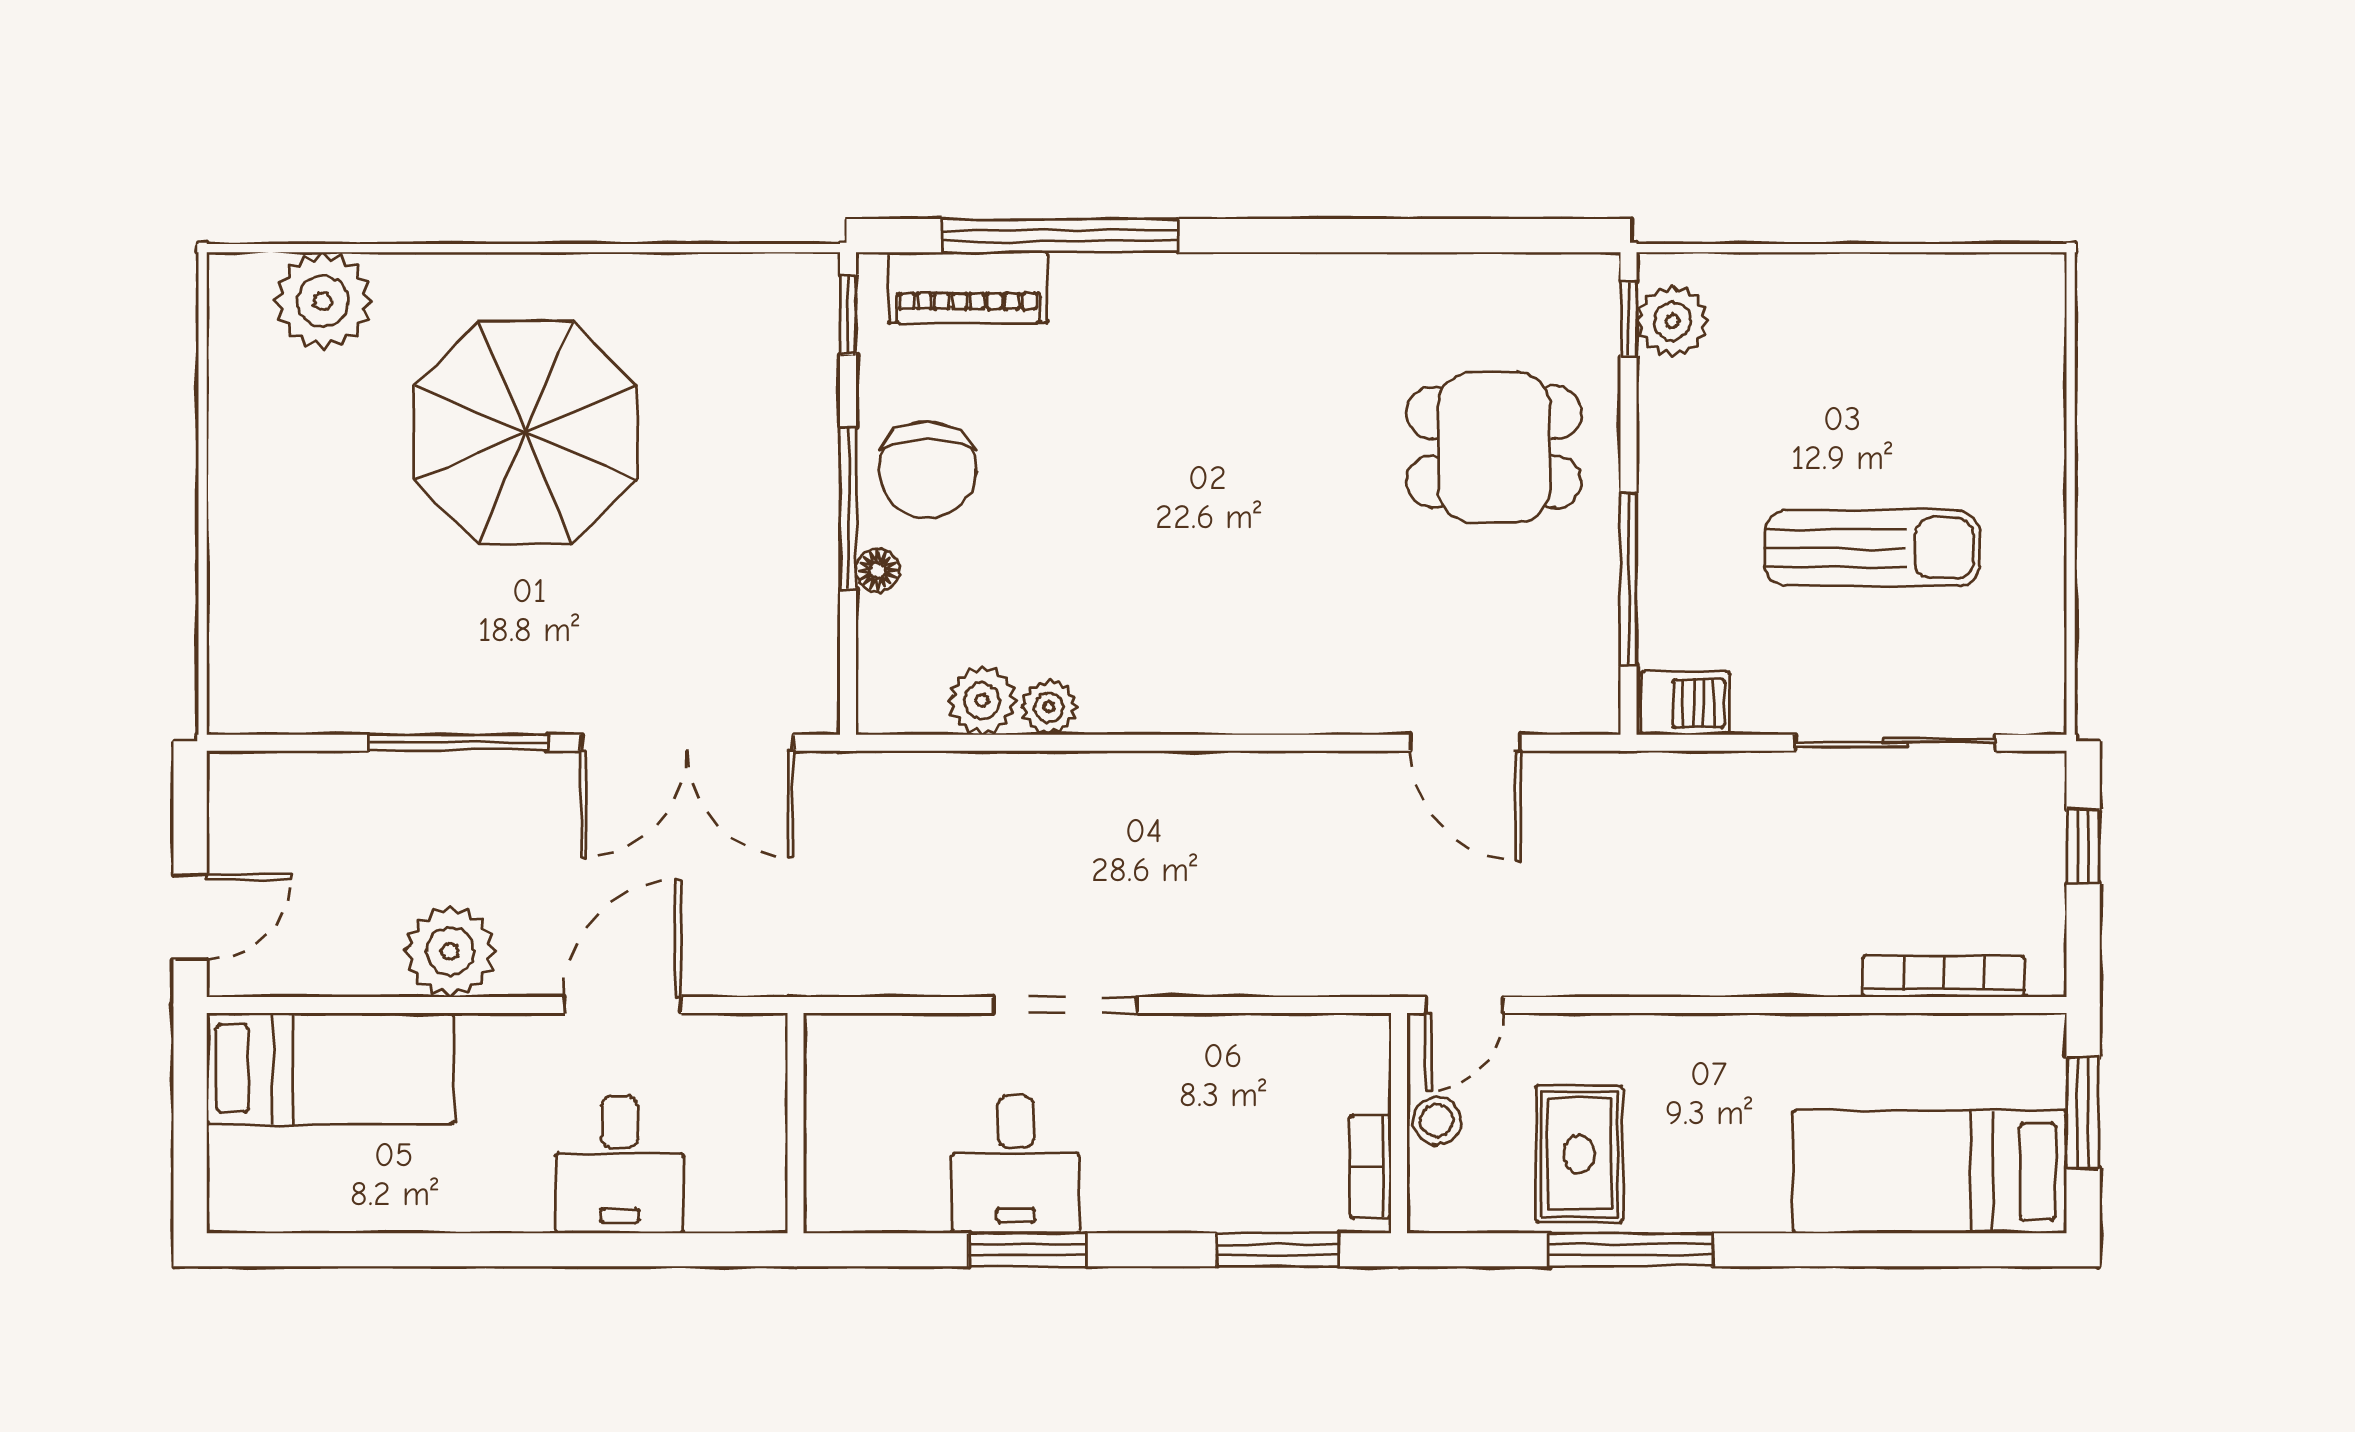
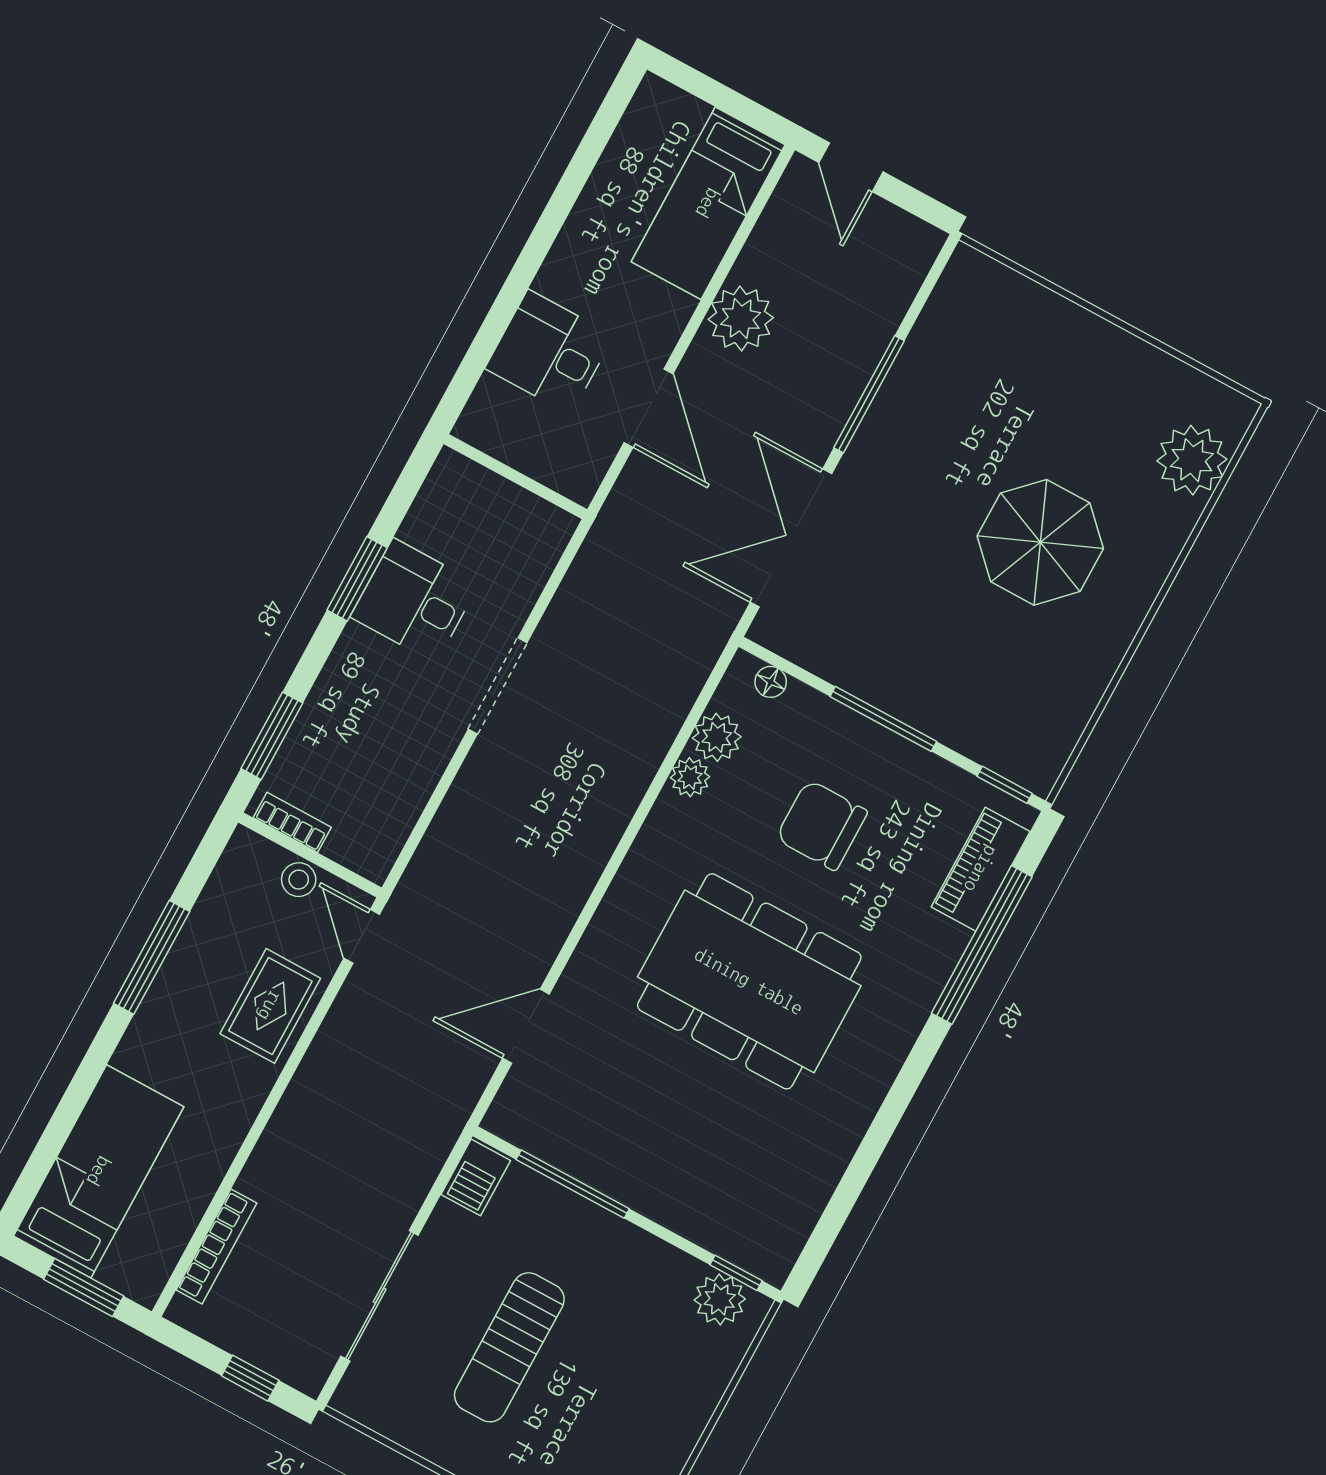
parasol: (526, 433) -> (1040, 542), width x0.73, depth x0.73
dining table: (1494, 447) -> (749, 981), moved, width x1.88, depth x1.24
chair: (927, 470) -> (822, 825), moved
floor lamp: (878, 570) -> (771, 682), moved
rug: (1579, 1154) -> (270, 1006), moved, turned 90

